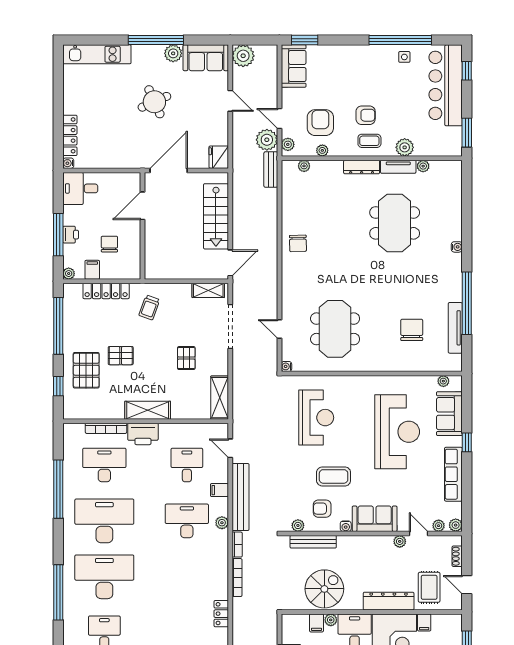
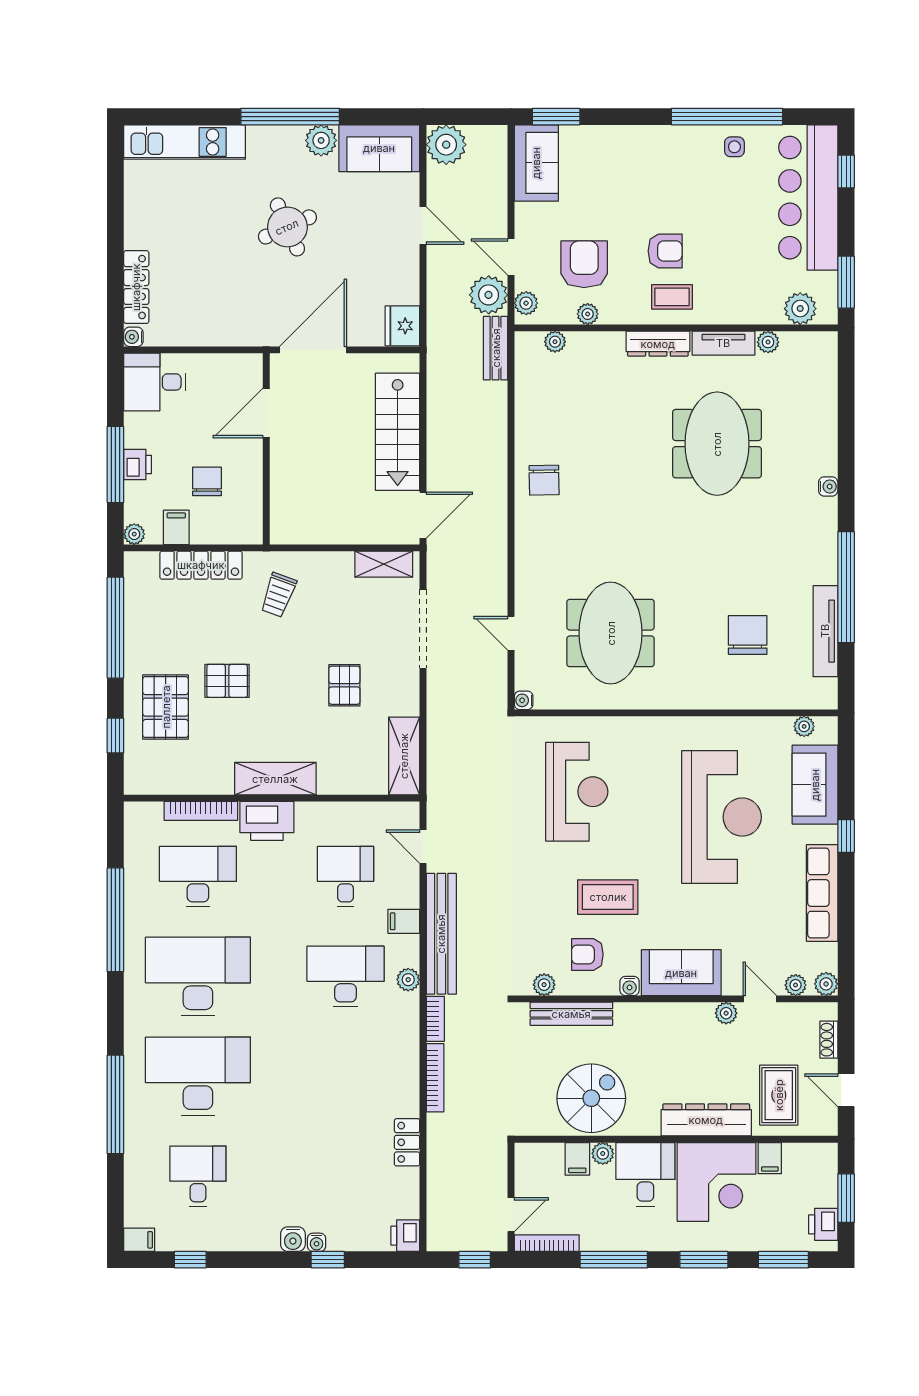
plant: (405, 147) -> (800, 309), moved

